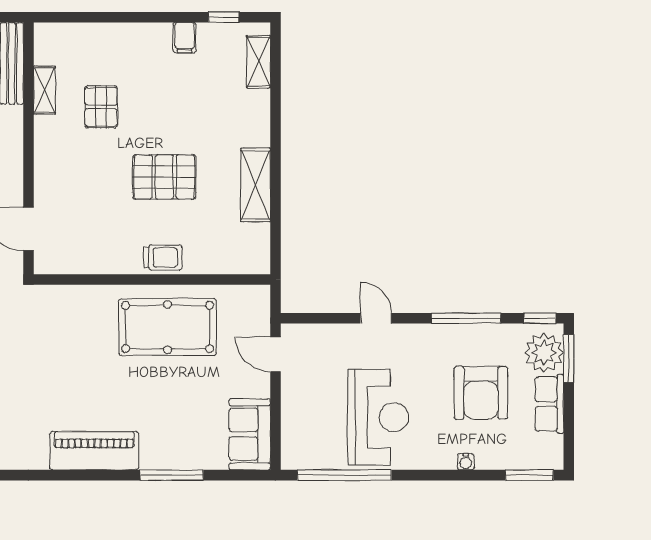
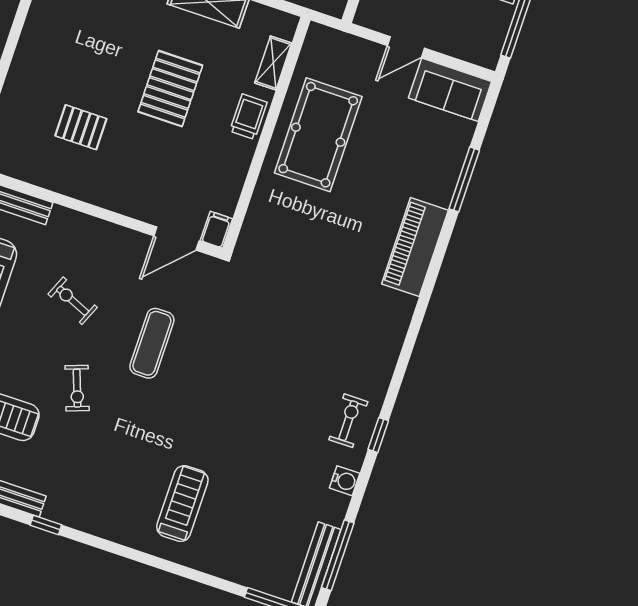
filing cabinet: (185, 38) -> (216, 230), moved, turned -90
shelving: (44, 90) -> (273, 63), moved, turned 90
door: (275, 354) -> (406, 47), moved

